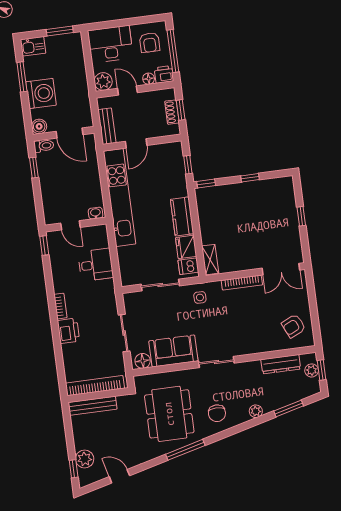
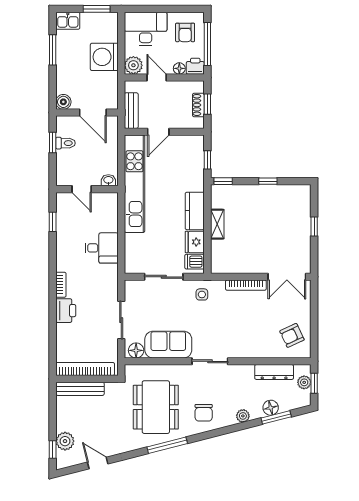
washing machine: (41, 93) -> (104, 57), moved, turned 180
toilet: (44, 146) -> (66, 143), moved
washbasin: (96, 213) -> (108, 180), moved
door: (70, 225) -> (82, 189), moved
wall: (76, 225) -> (87, 189), moved
shelving: (210, 260) -> (217, 224), moved
floor lamp: (282, 400) -> (271, 408), added

